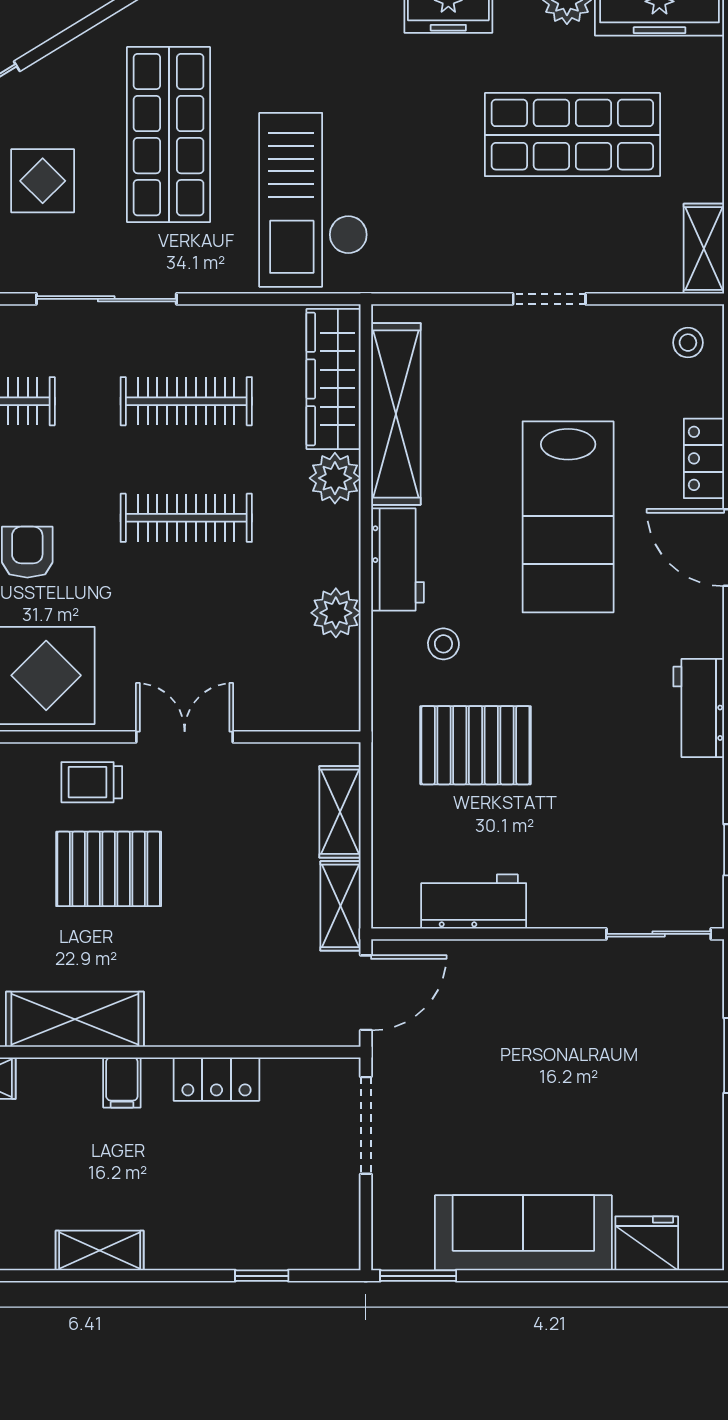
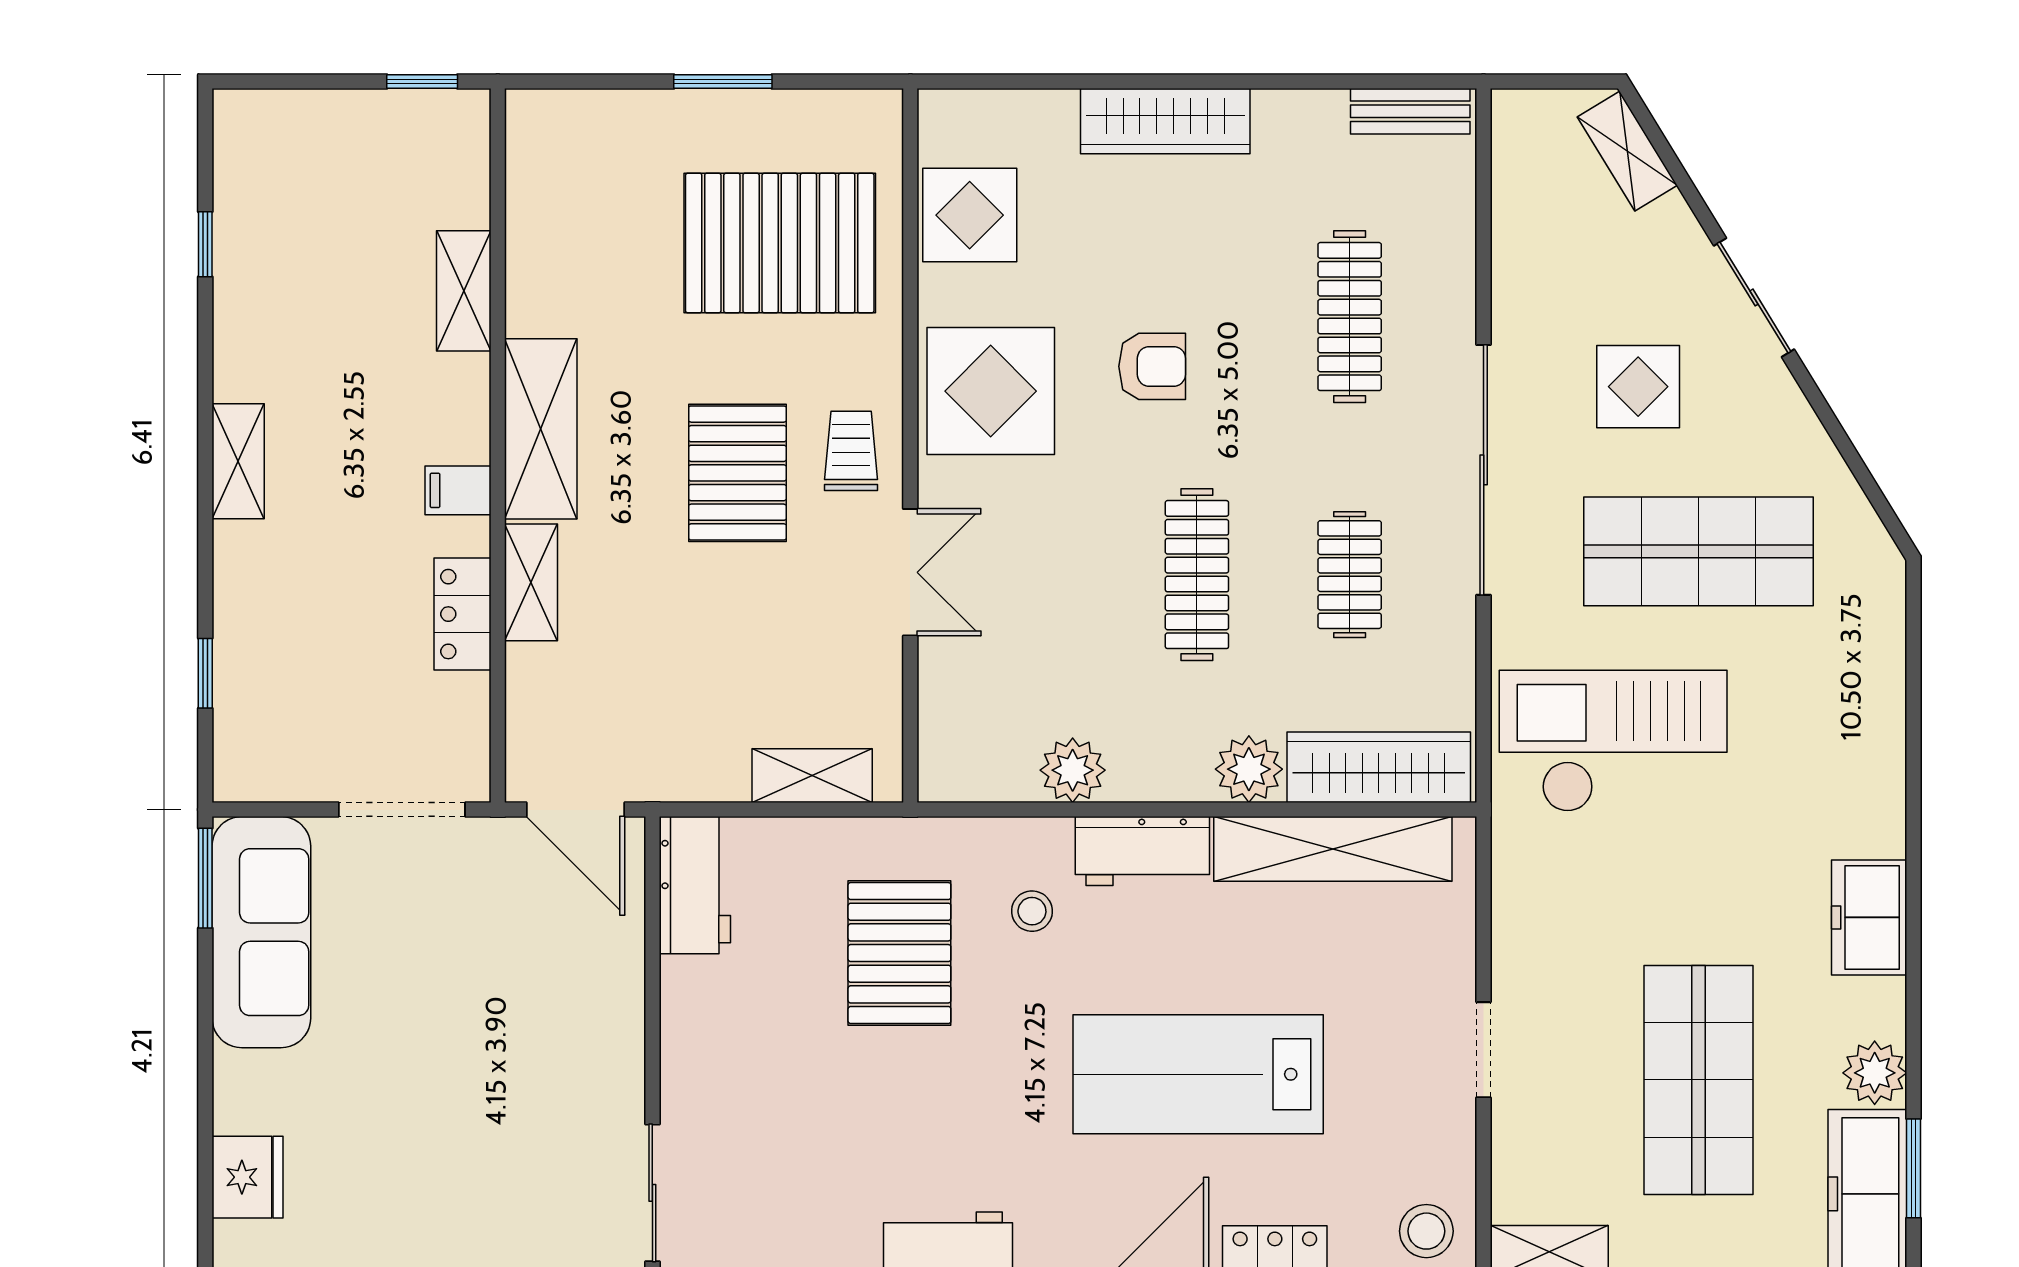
sliding door: (106, 299) -> (1484, 470), width x1.36
stool: (688, 343) -> (1426, 1231), width x1.37, depth x1.37
clothes rail: (186, 401) -> (1350, 575), width x0.73
workbench: (474, 902) -> (695, 885), moved
shelving: (340, 906) -> (531, 582), moved, turned 90
sofa: (523, 1233) -> (261, 932), moved

